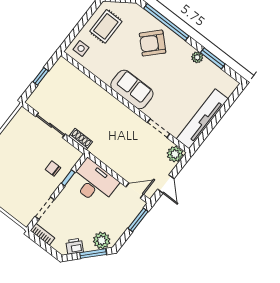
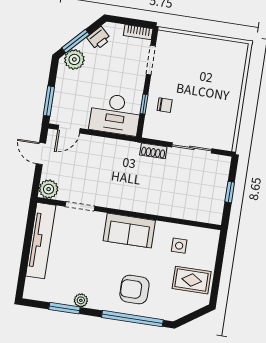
rug: (106, 26) -> (192, 280), turned 90
armchair: (153, 43) -> (134, 290), turned -134
side table: (81, 48) -> (179, 246), moved

